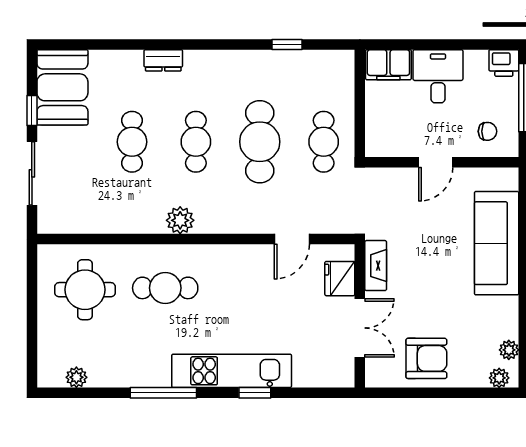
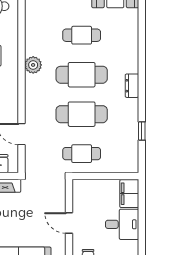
dresser: (163, 60) -> (132, 86), moved
cafe table: (196, 142) -> (82, 75), width x1.37, depth x1.35

